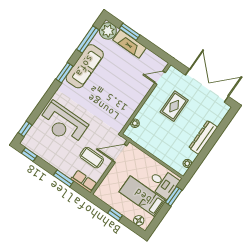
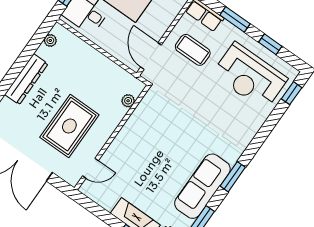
rug: (174, 106) -> (69, 126), width x1.36, depth x1.43
reception desk: (63, 123) -> (250, 76), moved, turned 180
door: (120, 153) -> (151, 56), swing flipped
window: (29, 154) -> (270, 44), moved

